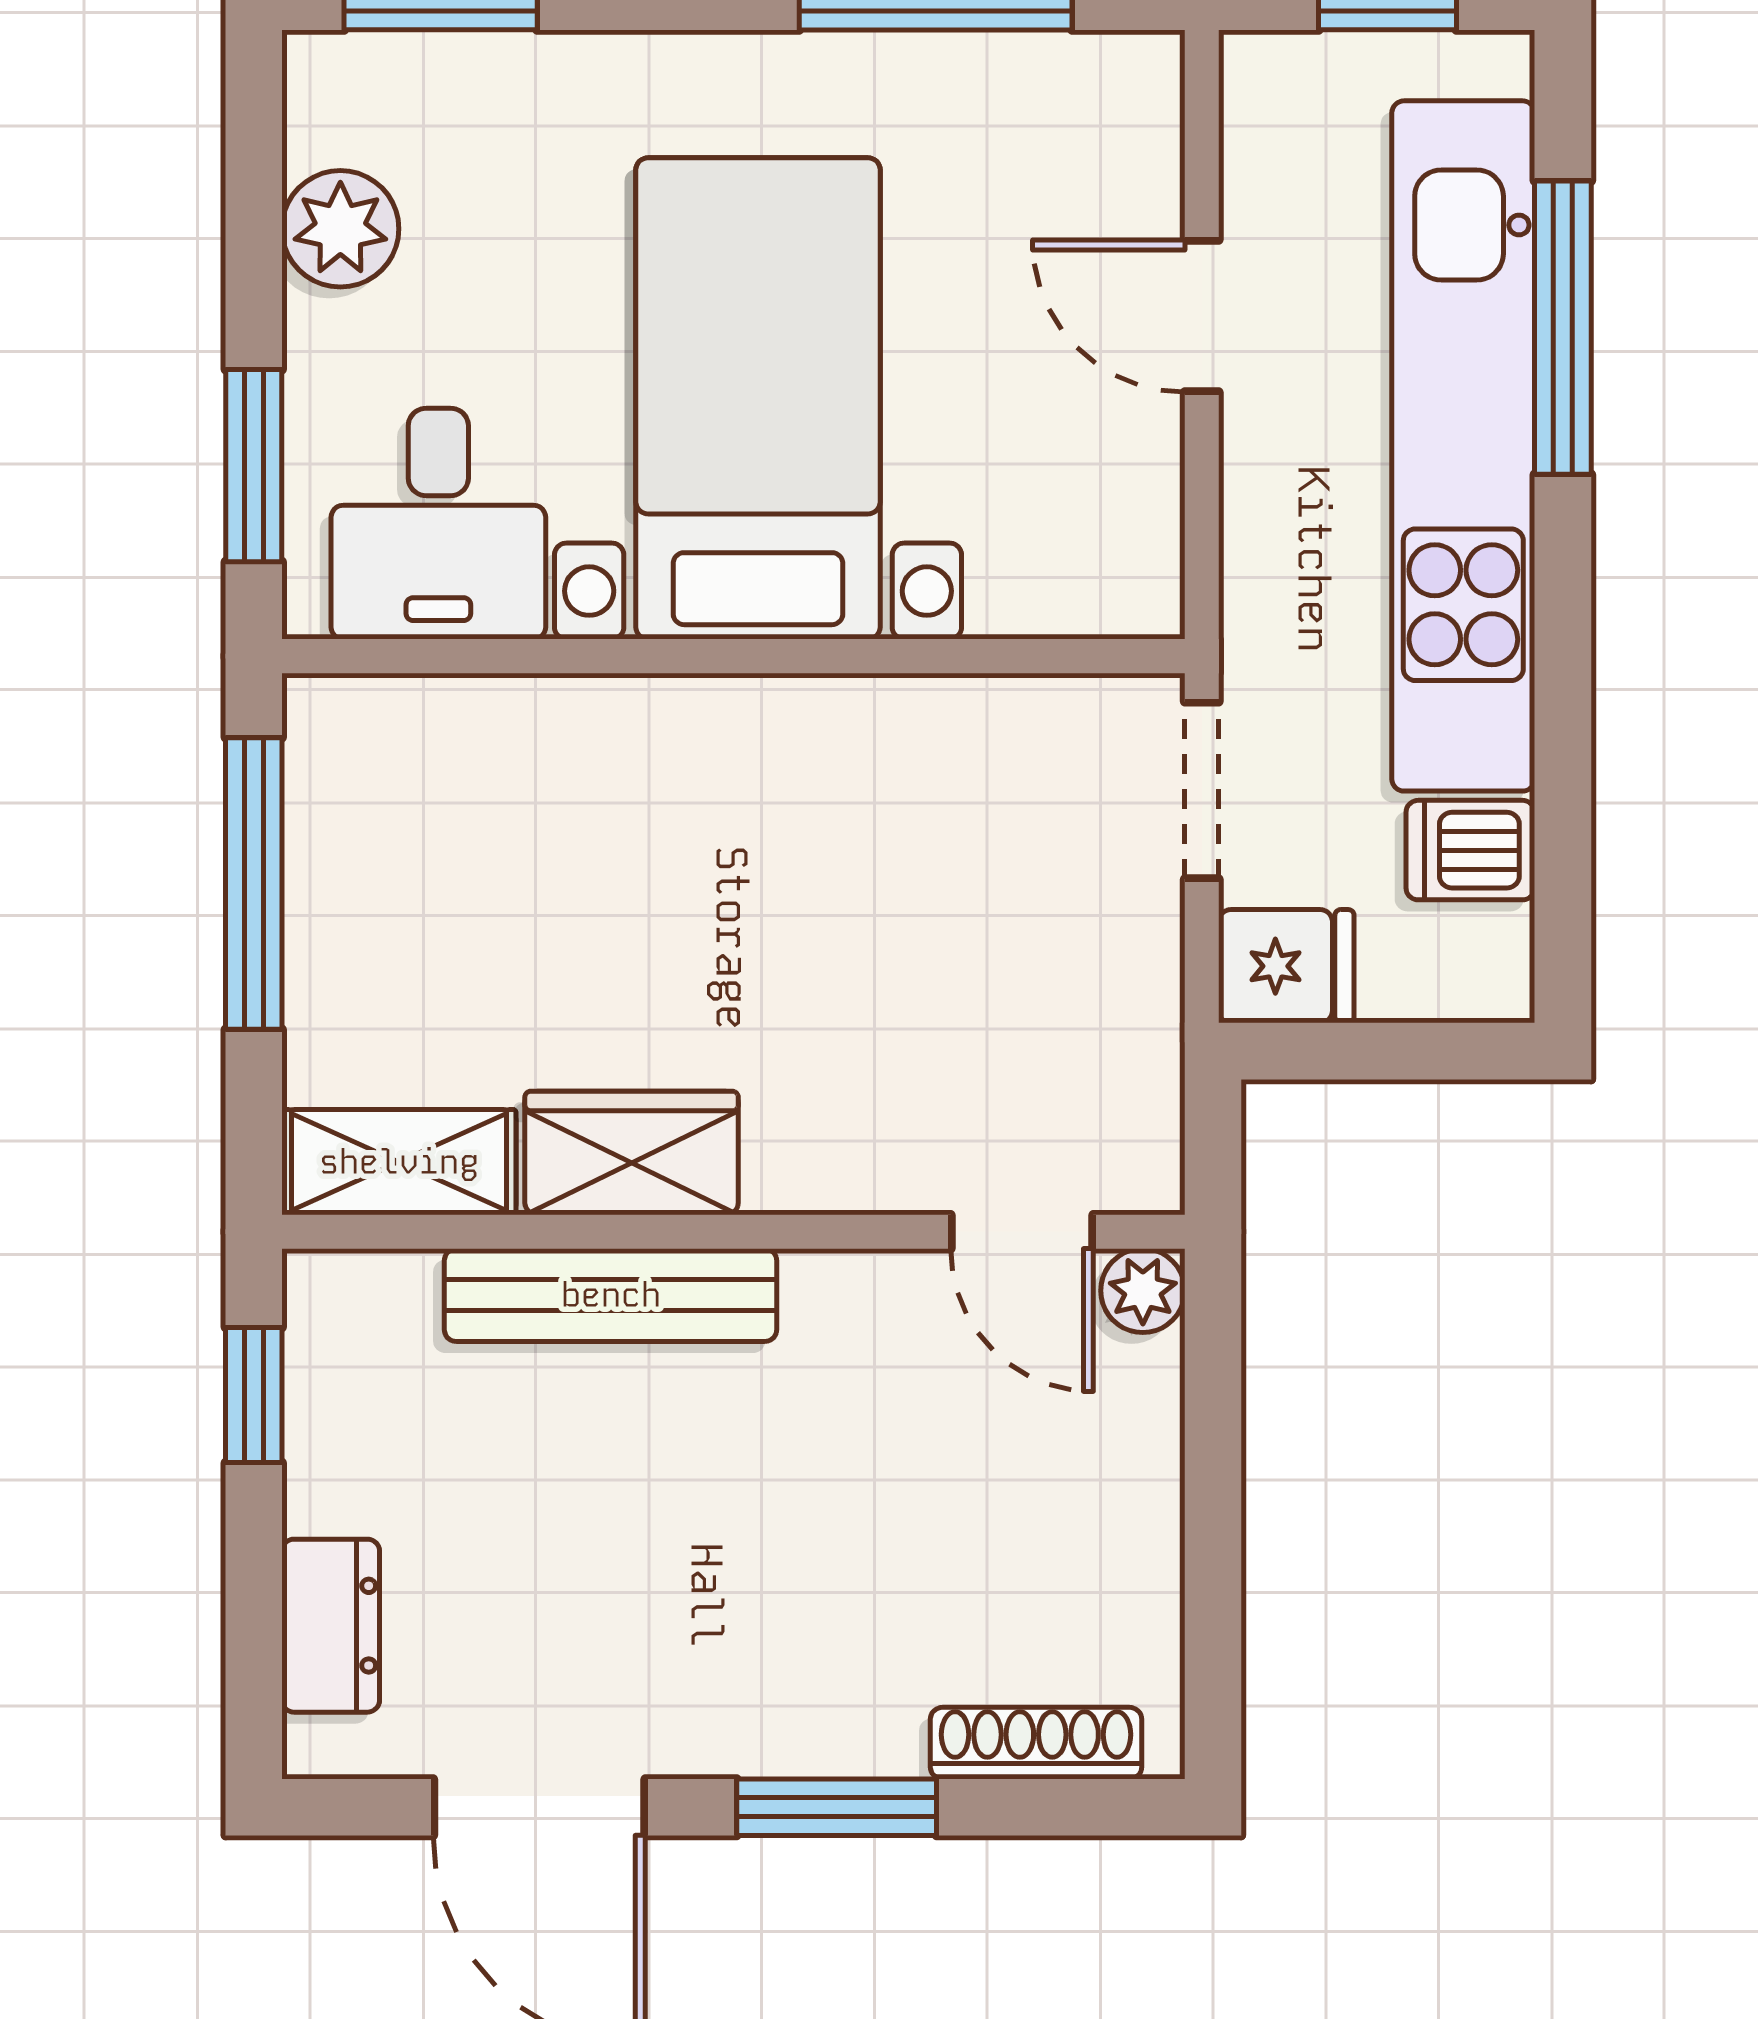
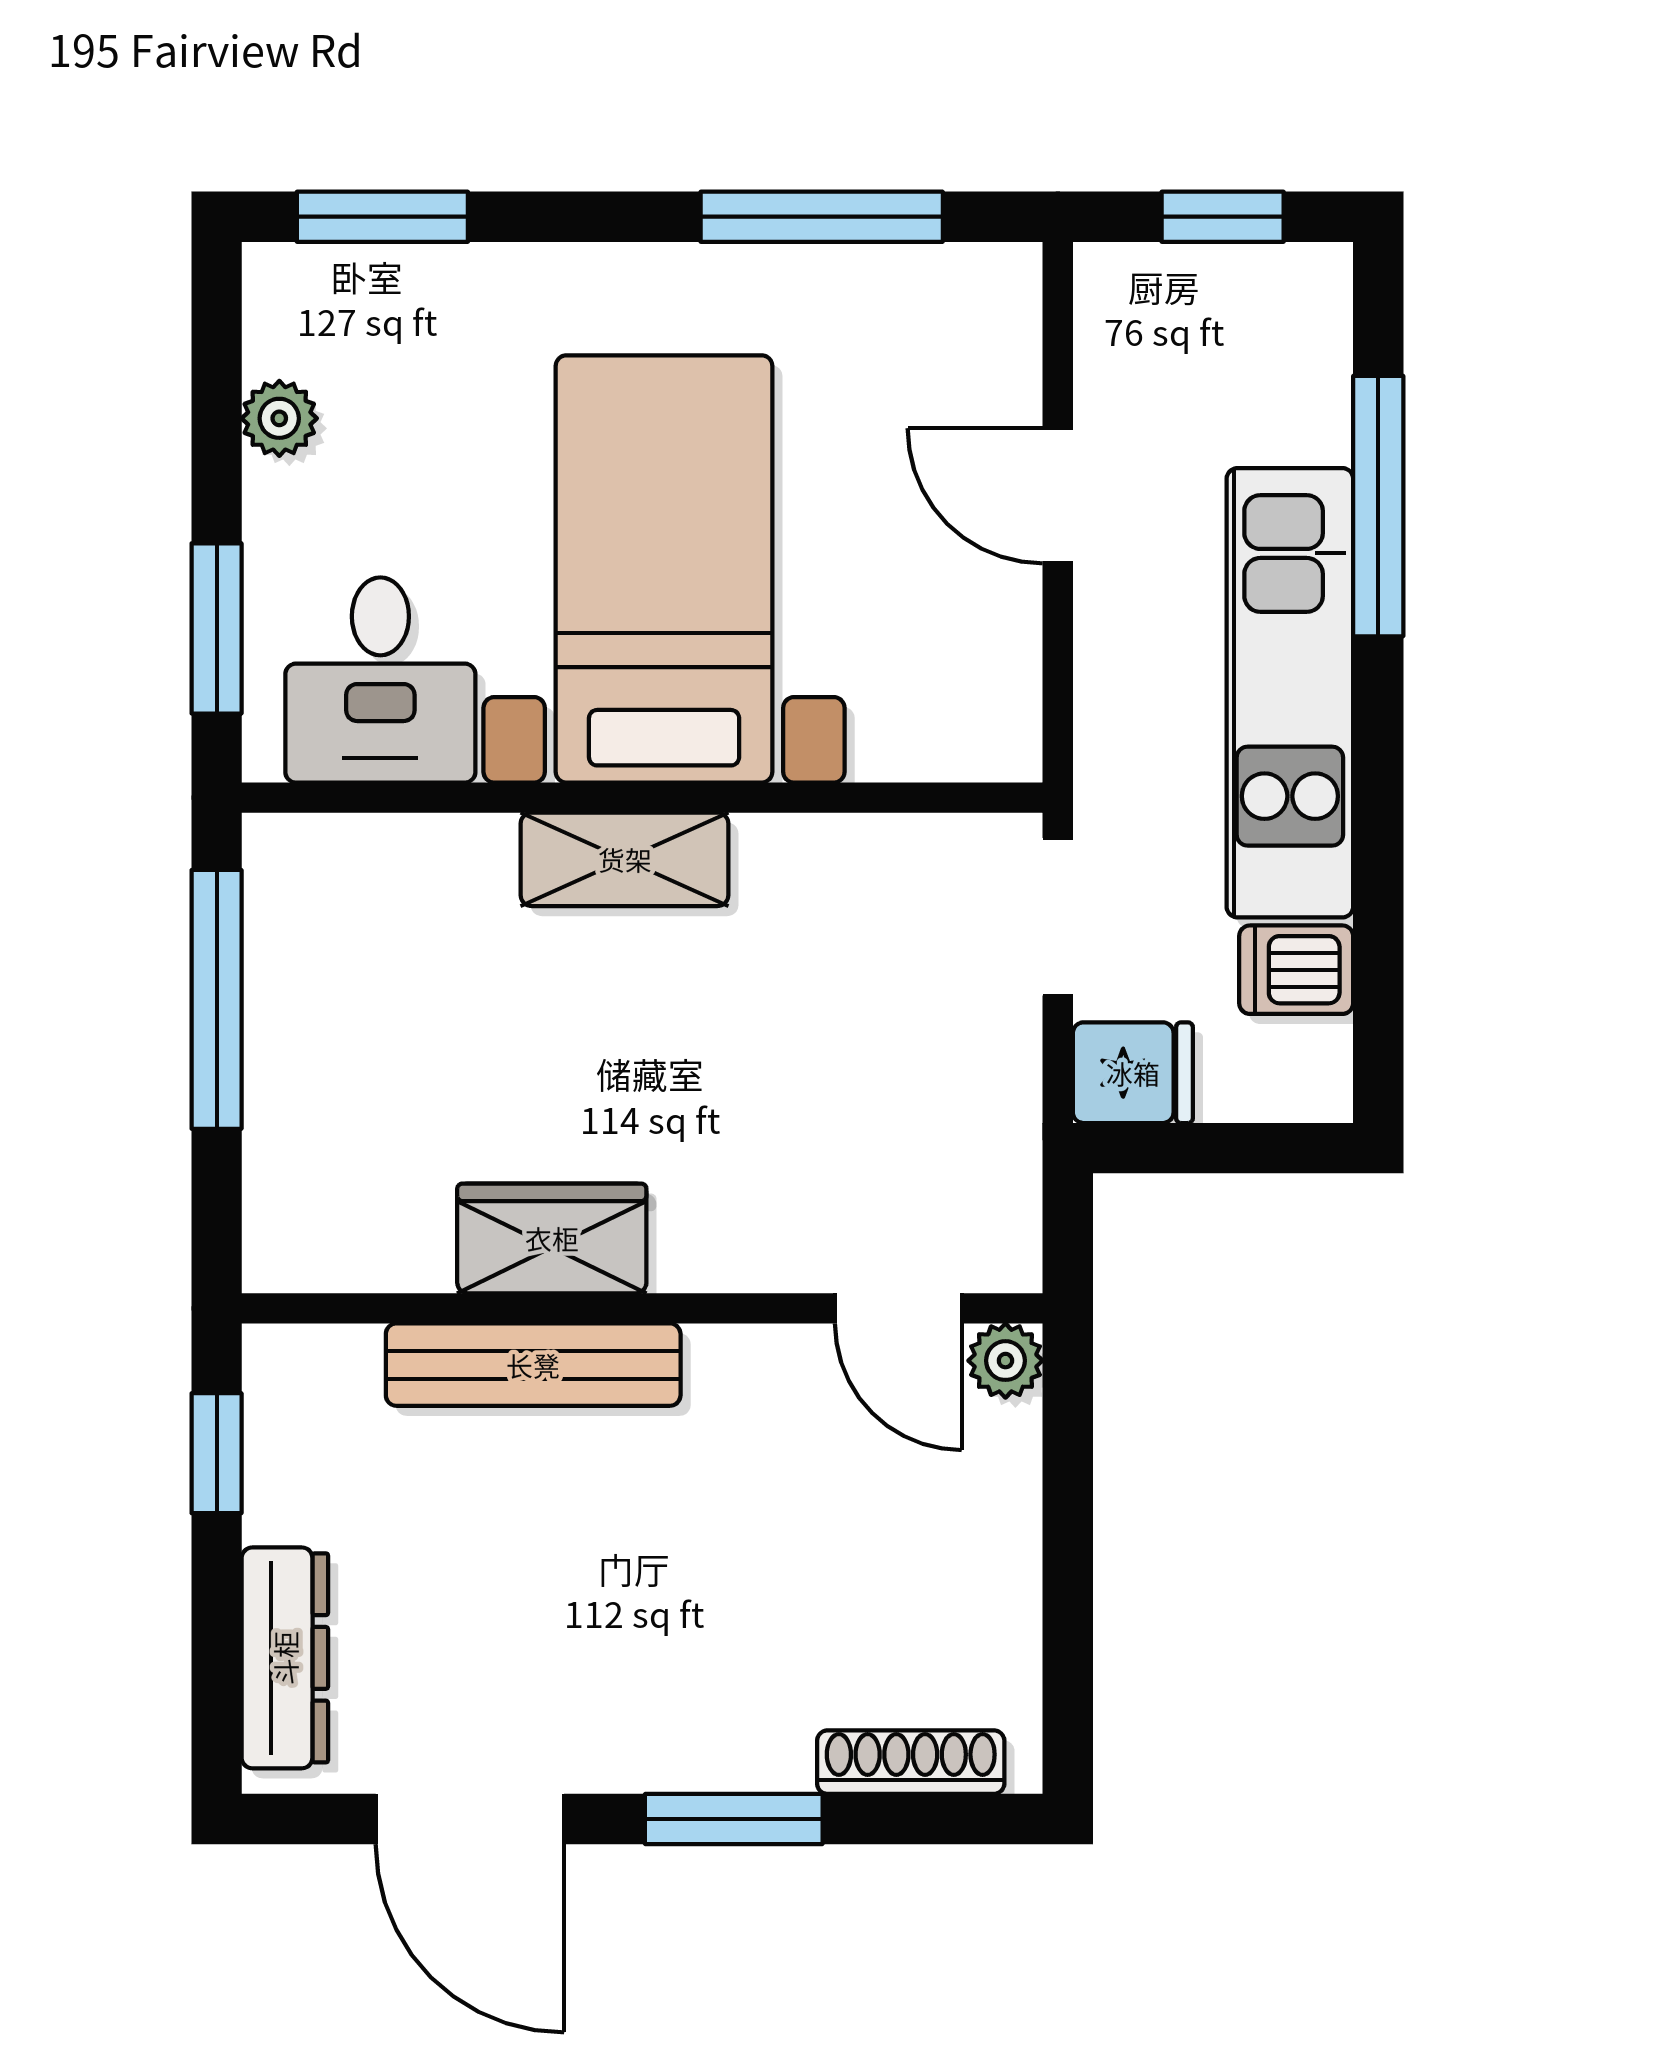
plant: (340, 229) -> (279, 418), width x0.73, depth x0.73
kitchen unit: (1463, 446) -> (1290, 693), width x0.73
shelving: (399, 1162) -> (625, 859), moved
dresser: (331, 1626) -> (285, 1658), width x1.44

